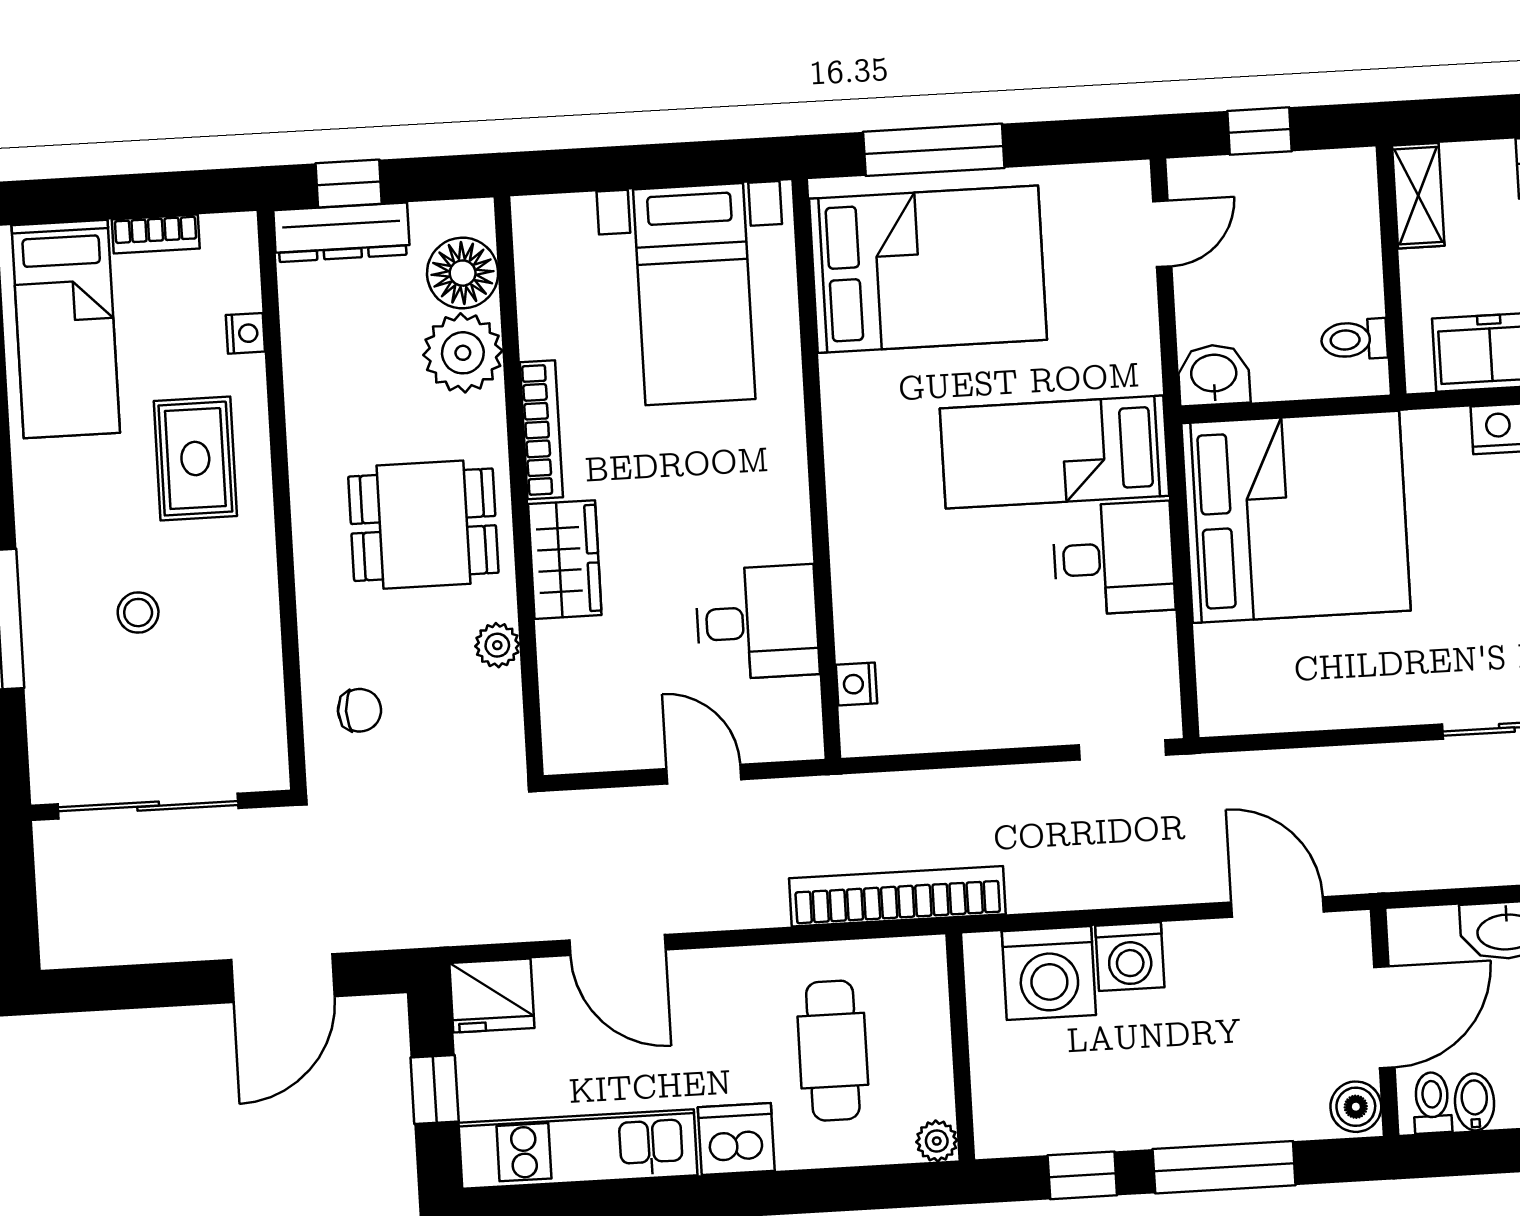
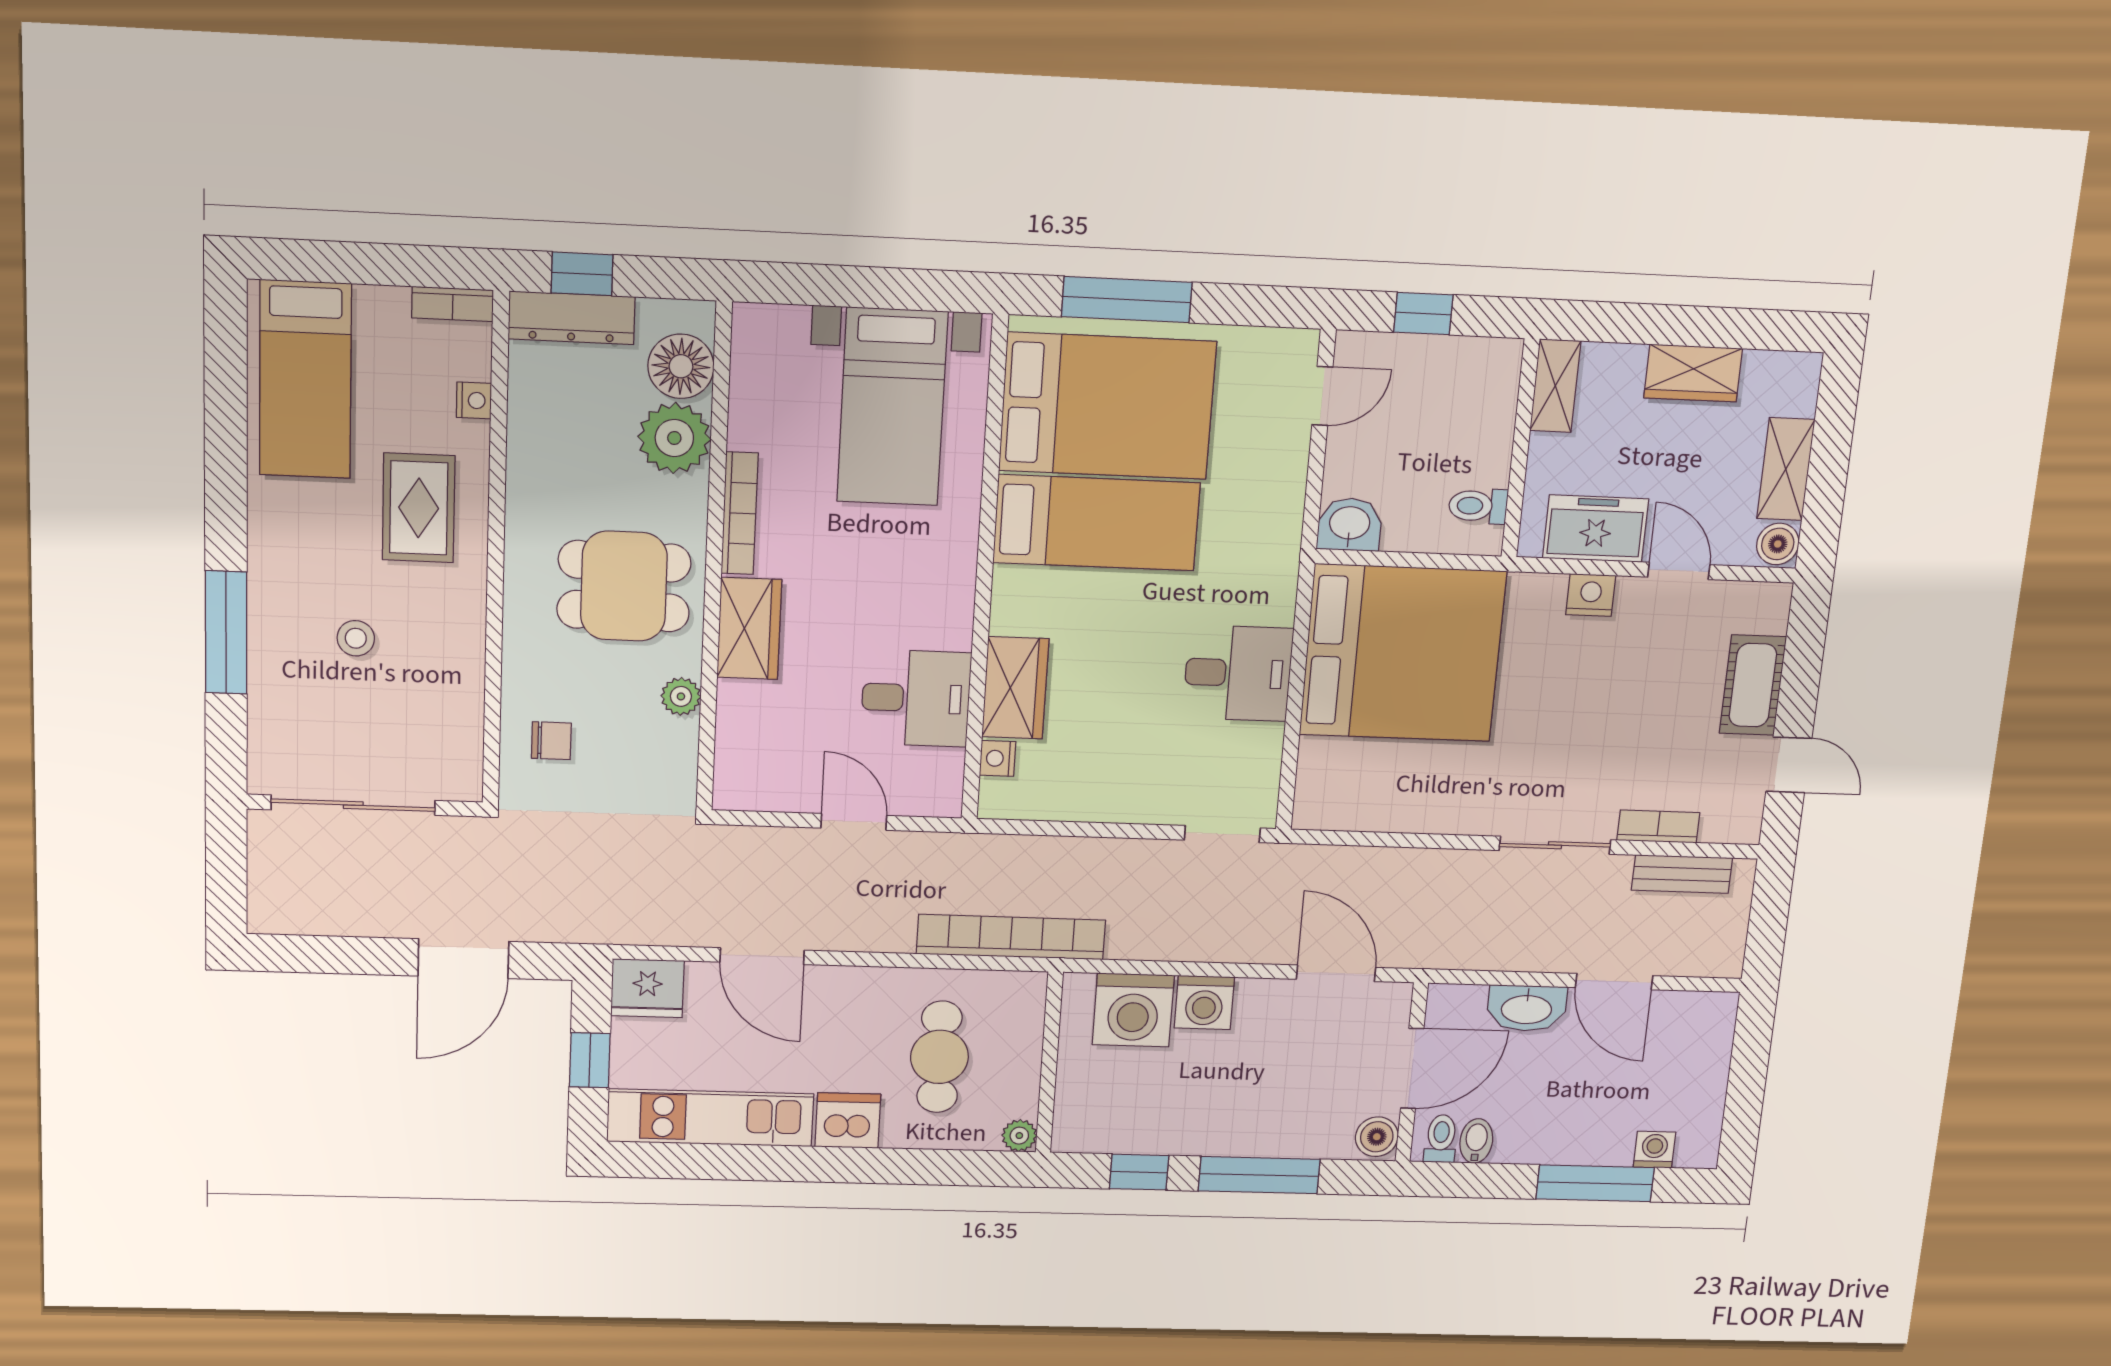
bookcase: (156, 234) -> (453, 304), moved
bed: (1054, 452) -> (1096, 523), moved, turned 180
wardrobe: (866, 599) -> (1015, 688), added

